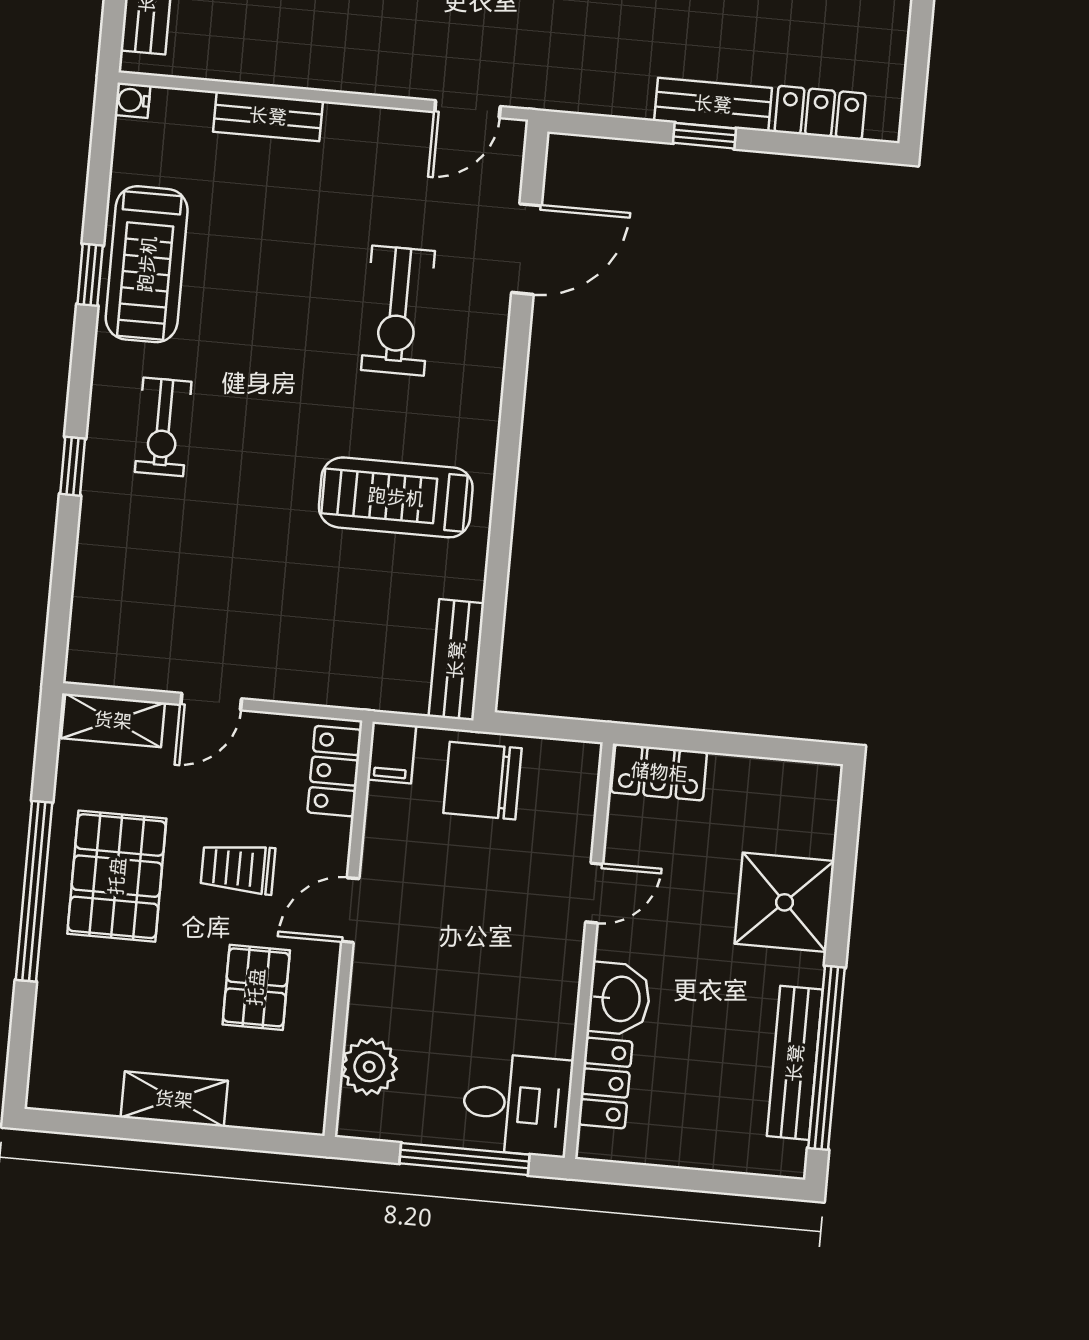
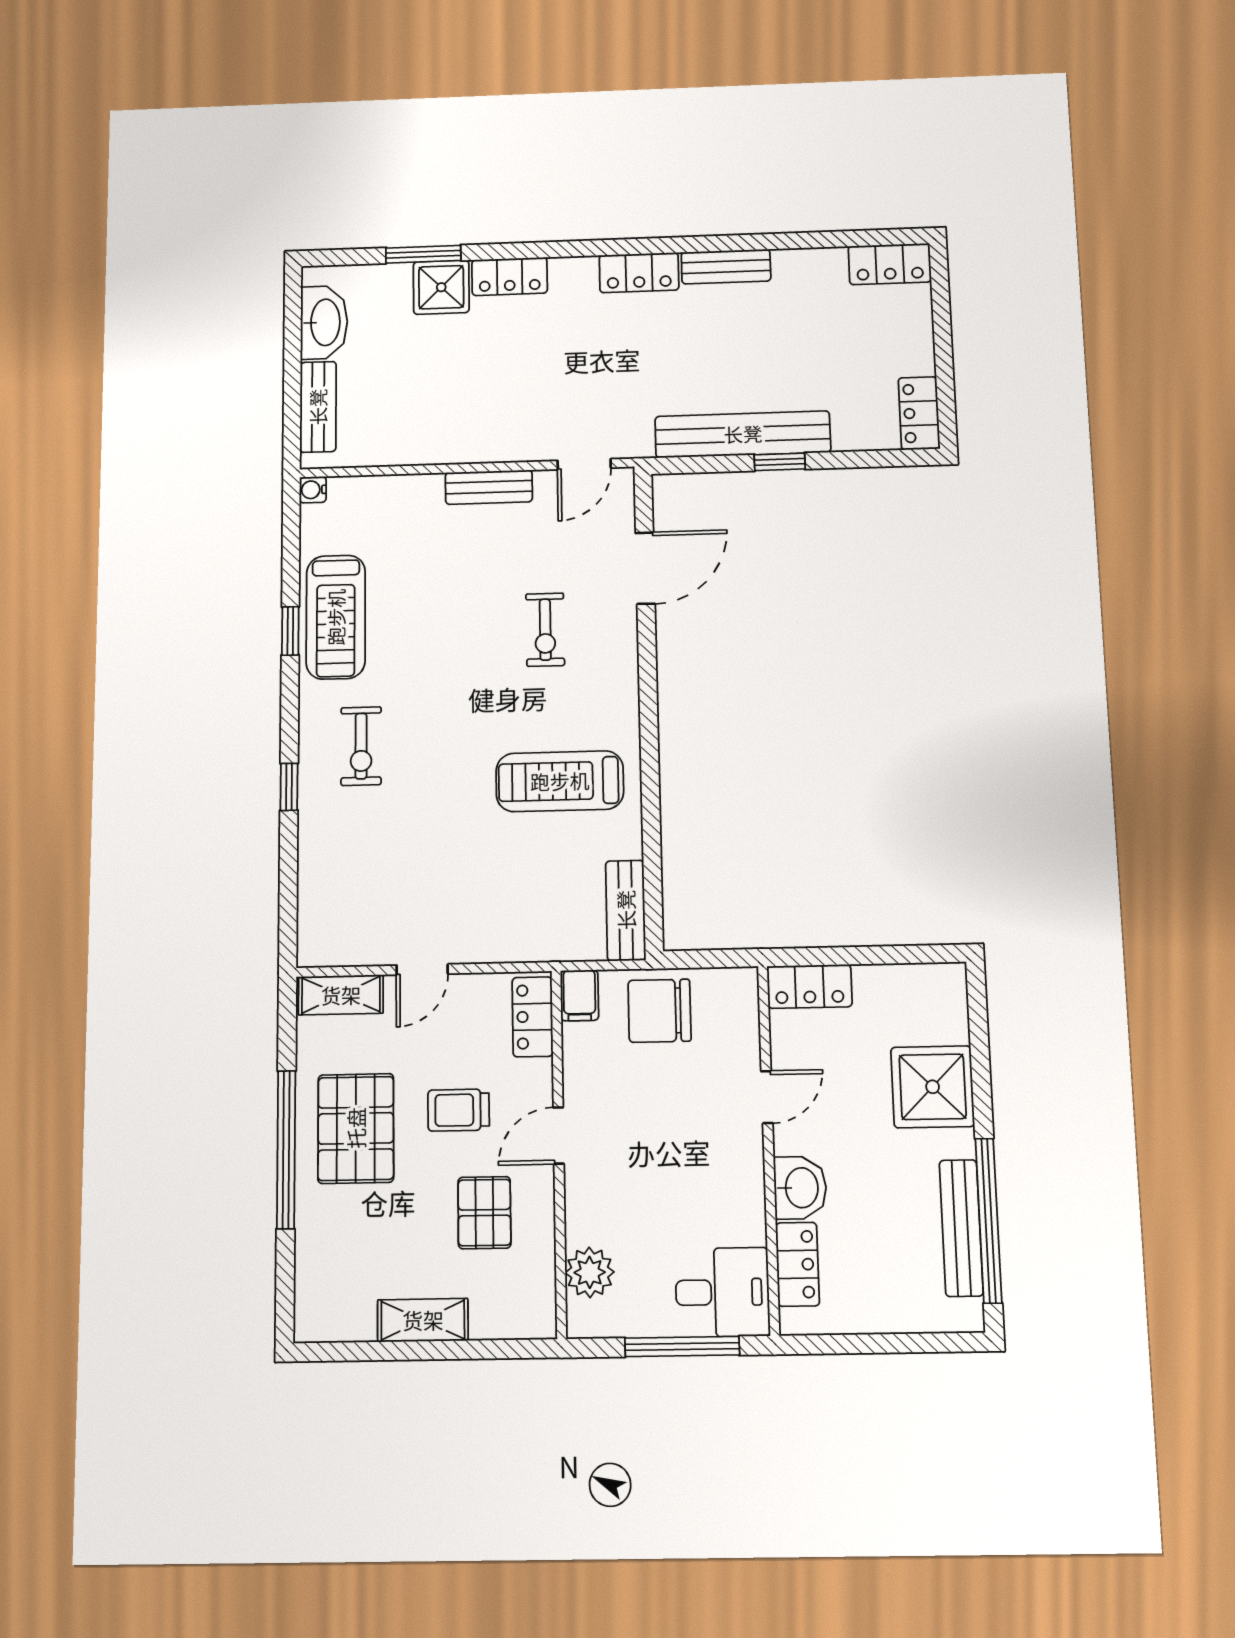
bench: (713, 104) -> (743, 434), width x1.86, depth x1.21
locker: (820, 113) -> (919, 413), moved, turned -90
bench: (268, 116) -> (489, 487), moved
exercise bike: (398, 311) -> (545, 630), width x0.73, depth x0.72

